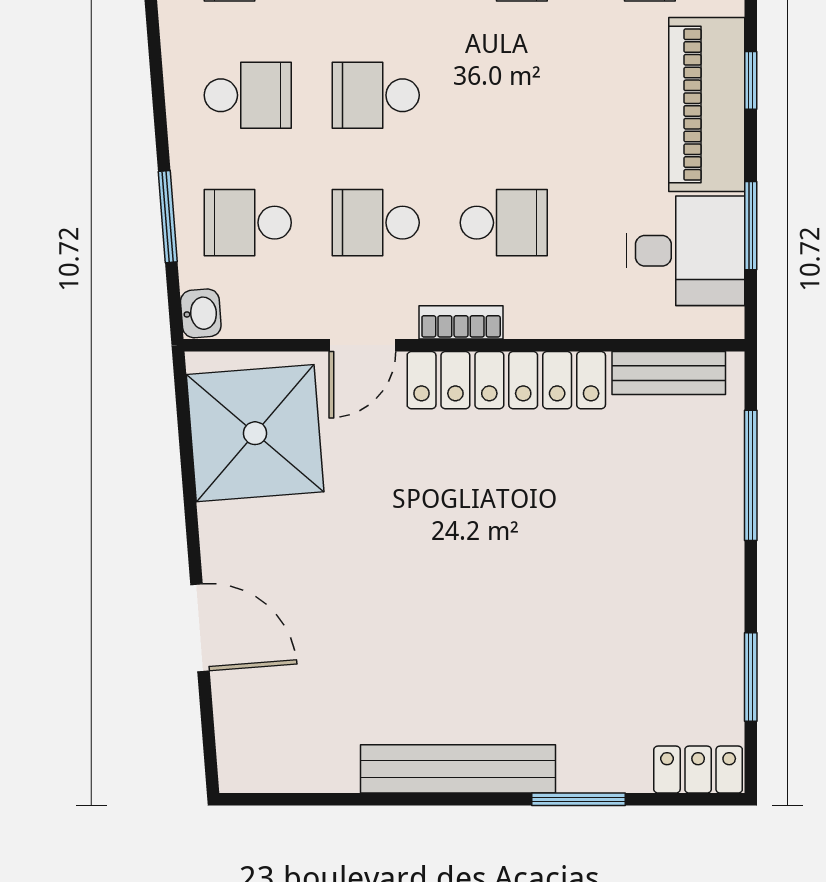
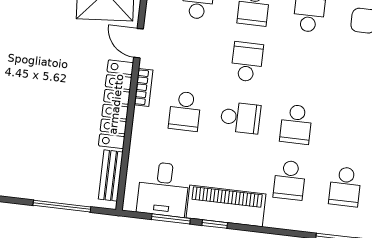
window: (751, 80) -> (215, 224), moved
school desk: (376, 223) -> (240, 118), moved, turned 90

